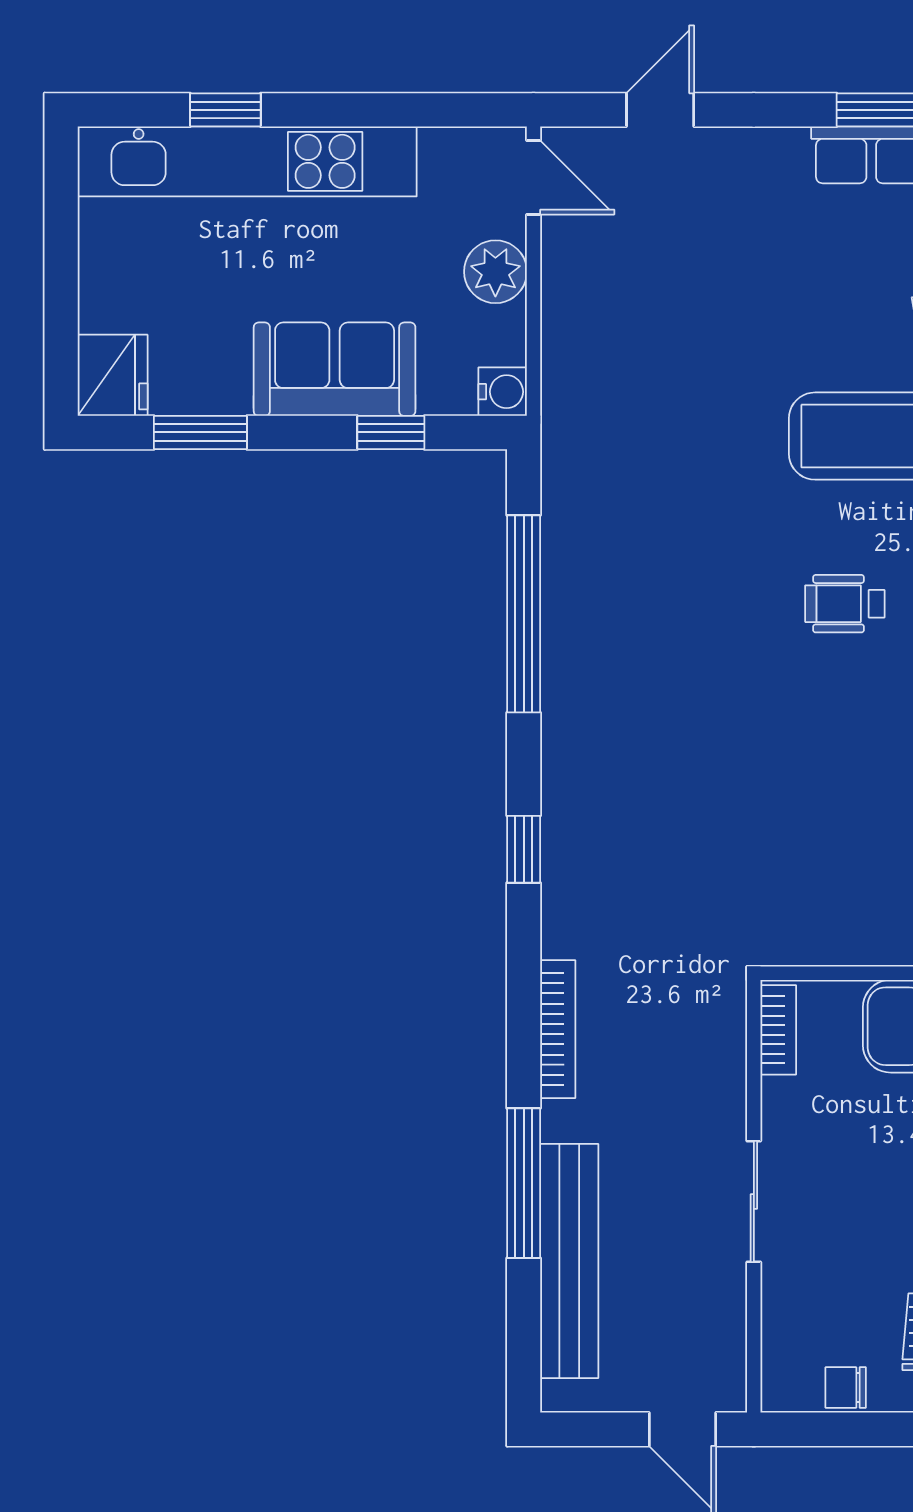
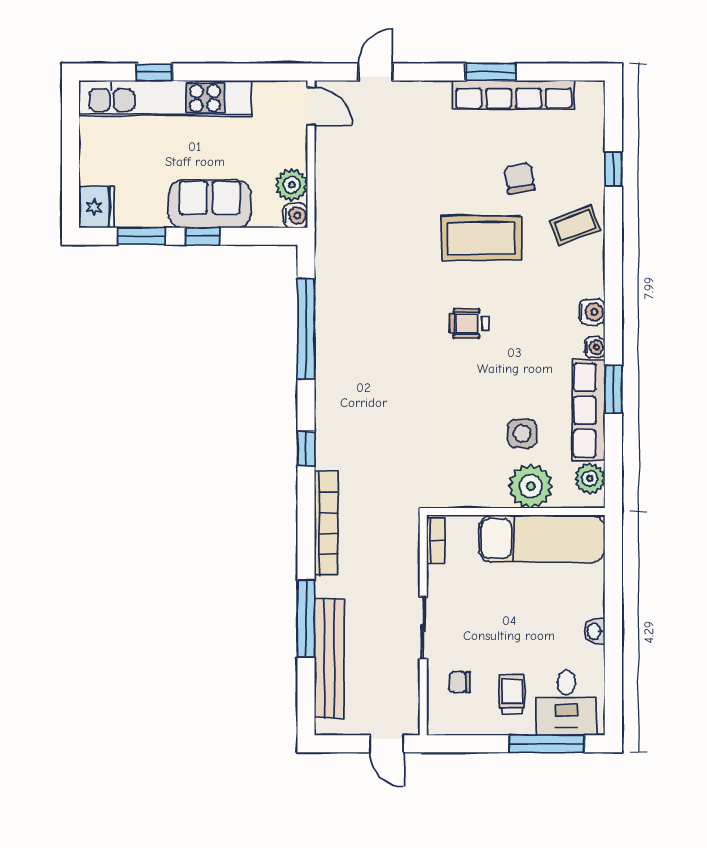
plant: (495, 272) -> (292, 185), moved
window: (391, 432) -> (203, 236), moved
bookcase: (558, 1029) -> (326, 523), width x1.48, depth x1.31
chair: (846, 1388) -> (460, 682), moved

